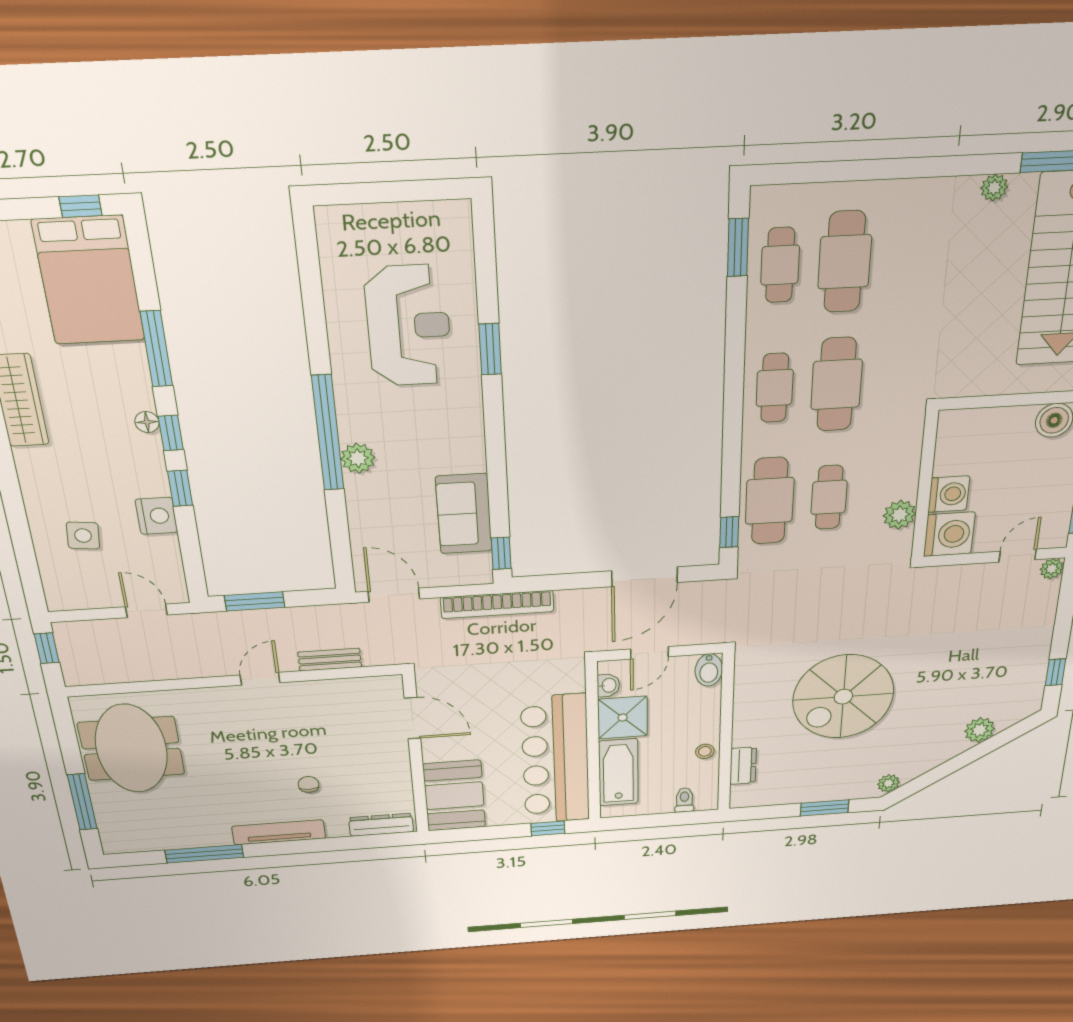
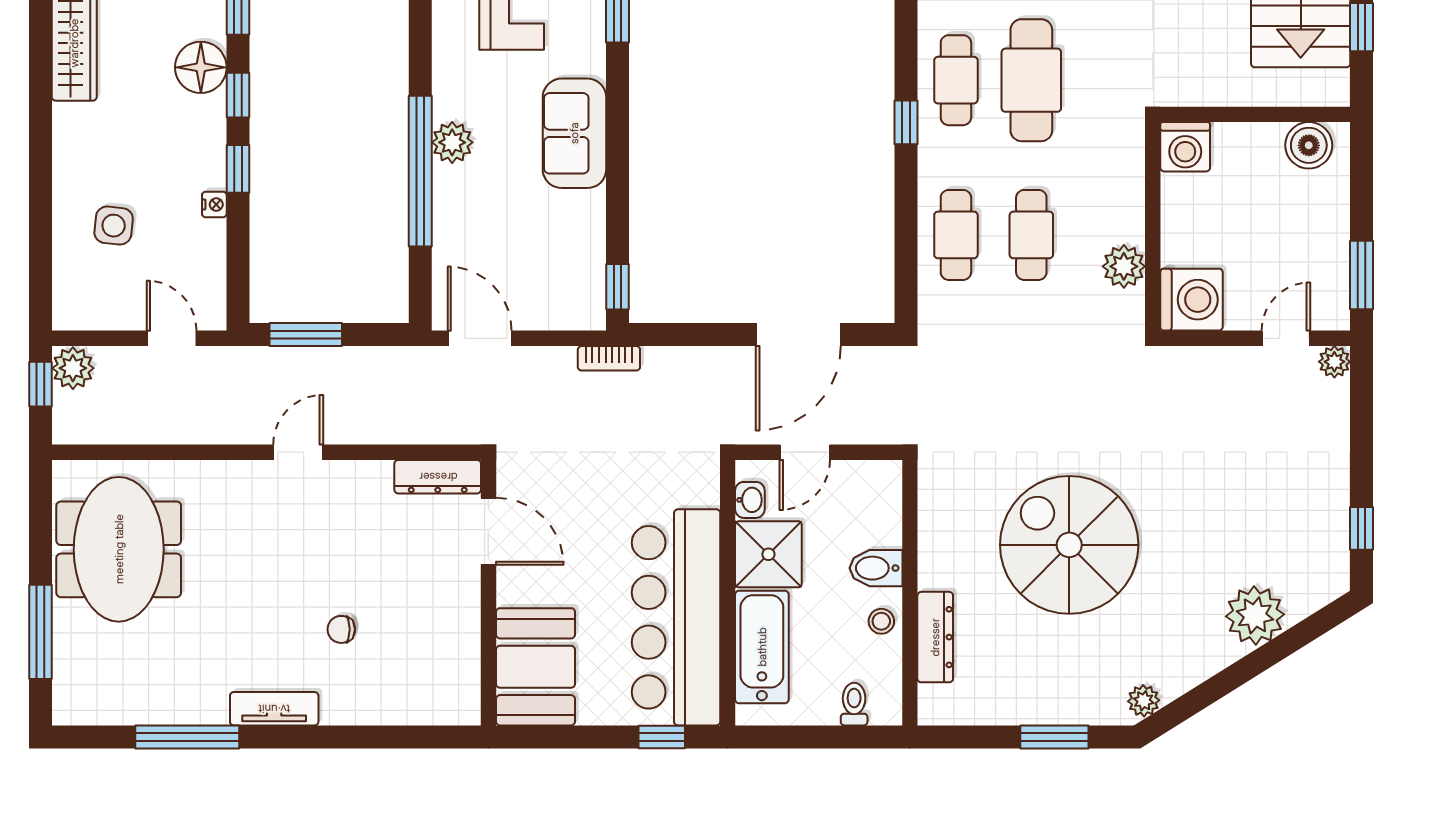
floor lamp: (147, 422) -> (201, 67), width x1.89, depth x1.89
window: (328, 433) -> (420, 171), moved
washing machine: (949, 494) -> (1185, 147), moved, turned 90
cafe table: (770, 501) -> (956, 235), width x0.73, depth x0.74
sofa: (464, 514) -> (574, 133), moved
nightstand: (156, 516) -> (214, 204), width x0.53, depth x0.56
window: (729, 532) -> (906, 122), moved
bookcase: (497, 605) -> (609, 358), width x0.43, depth x0.76
plant: (71, 636) -> (73, 368), added
bench: (330, 660) -> (390, 430), removed
bidet: (709, 670) -> (876, 568), moved, turned 90
spiral stairs: (843, 697) -> (1069, 545), turned 90
plant: (980, 730) -> (1255, 615), width x1.36, depth x1.36
dresser: (743, 766) -> (935, 637), width x1.44
chair: (309, 784) -> (341, 629), turned -90
dresser: (381, 825) -> (438, 477), moved, turned 180
tv unit: (279, 832) -> (274, 709), width x0.71

